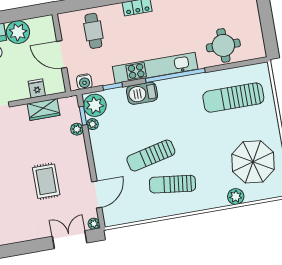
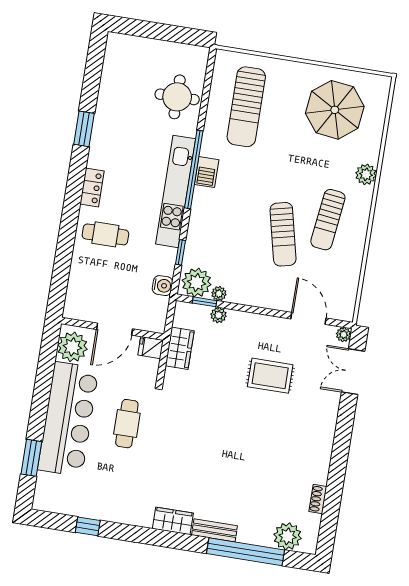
cafe table: (93, 31) -> (105, 234), moved
wall: (61, 53) -> (113, 329), moved
door: (62, 54) -> (115, 329), moved
barbecue: (142, 93) -> (207, 172), moved, width x0.73, depth x0.79
plant: (236, 196) -> (366, 174), moved

